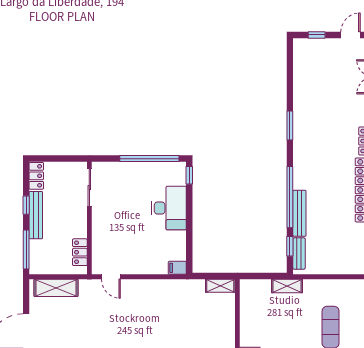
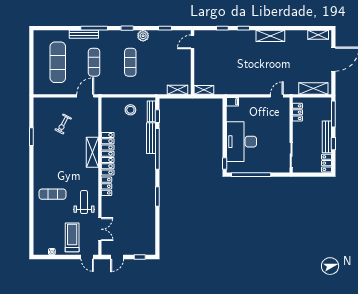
desk: (169, 208) -> (242, 142), width x1.36, depth x1.30
stool: (330, 256) -> (130, 110), added
door: (111, 277) -> (277, 96), hinge flipped
shelving: (287, 286) -> (177, 90), moved

